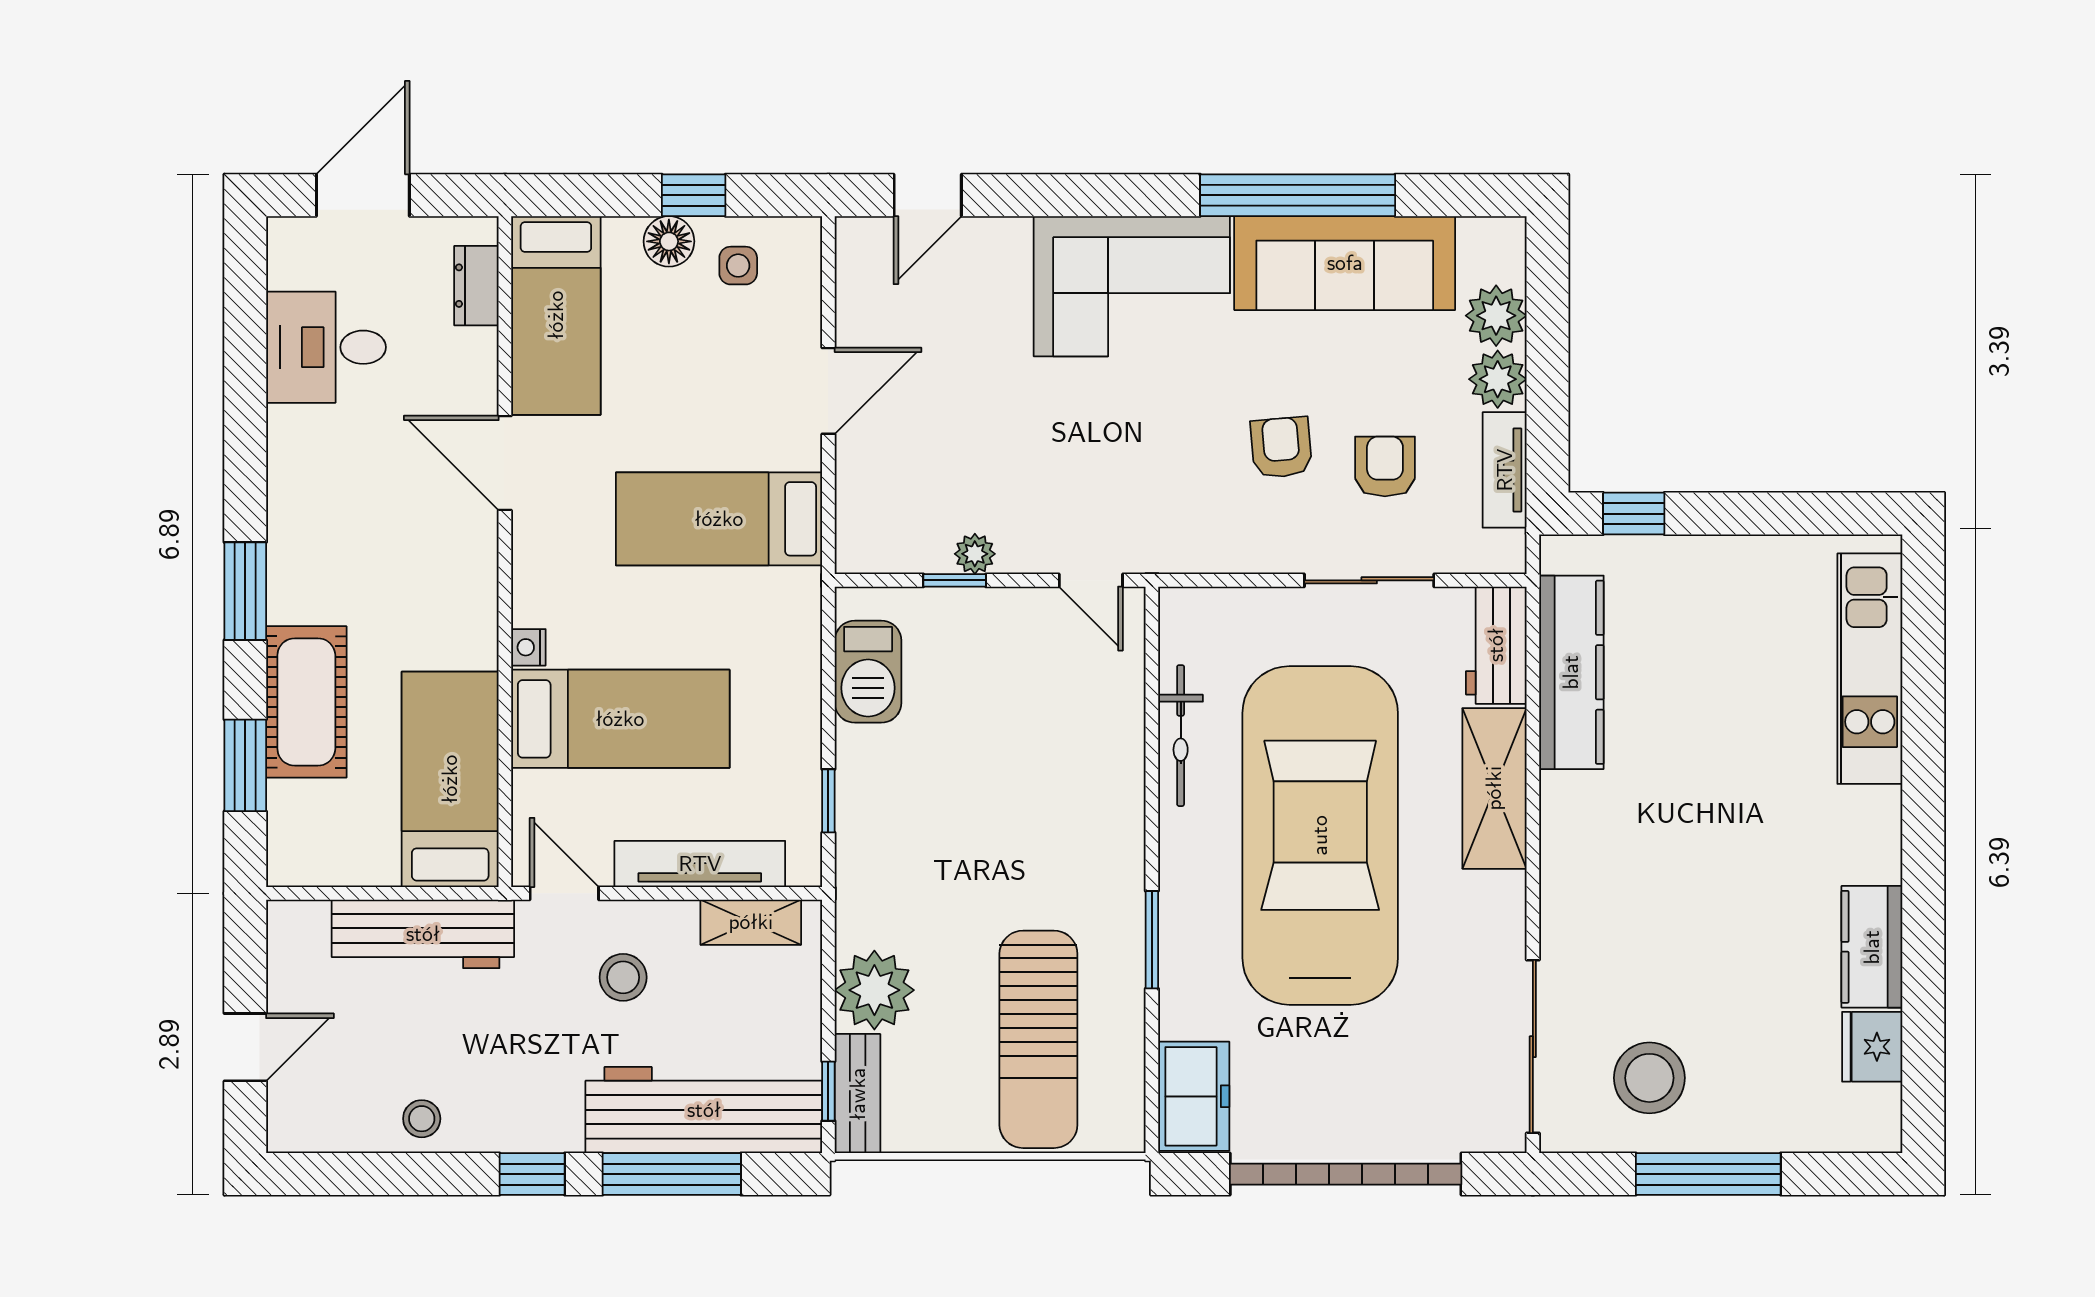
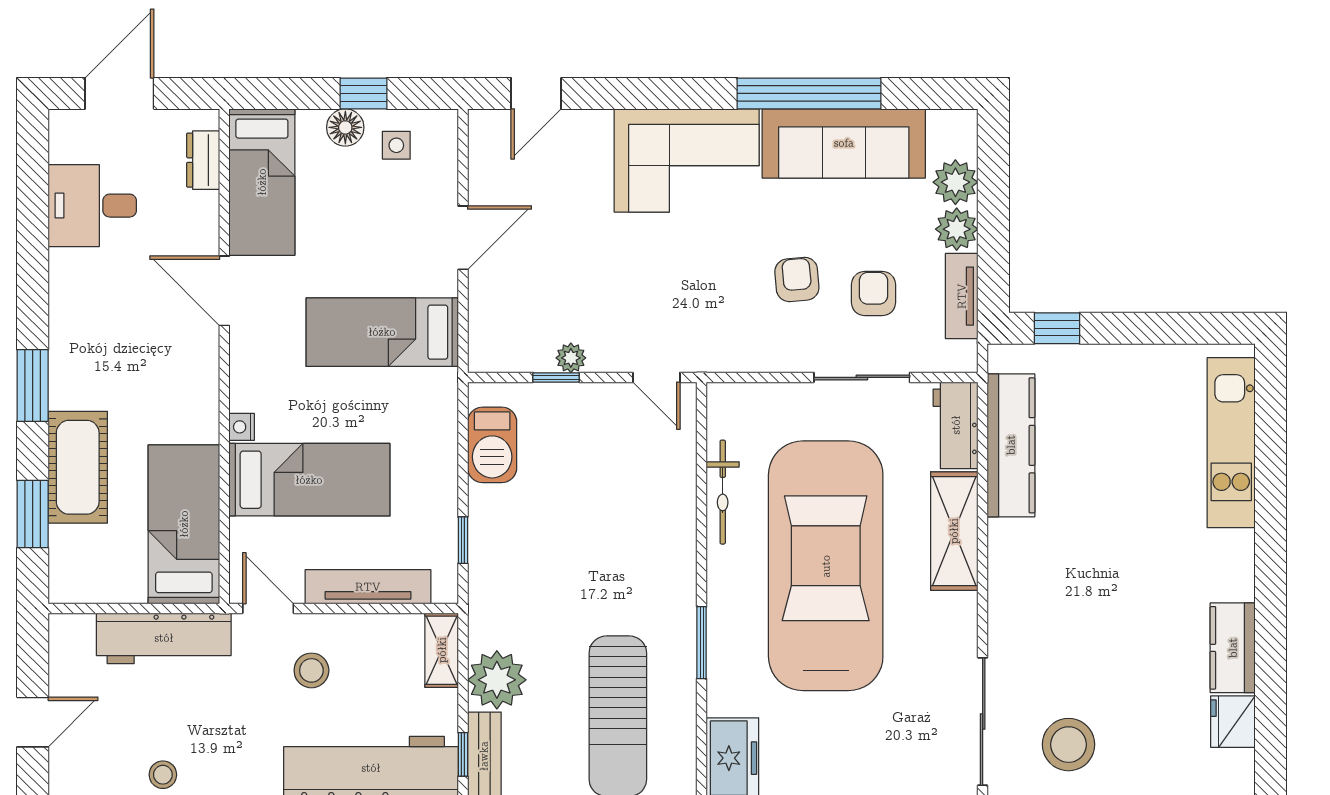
shelving: (751, 922) -> (442, 650), moved, turned 90

